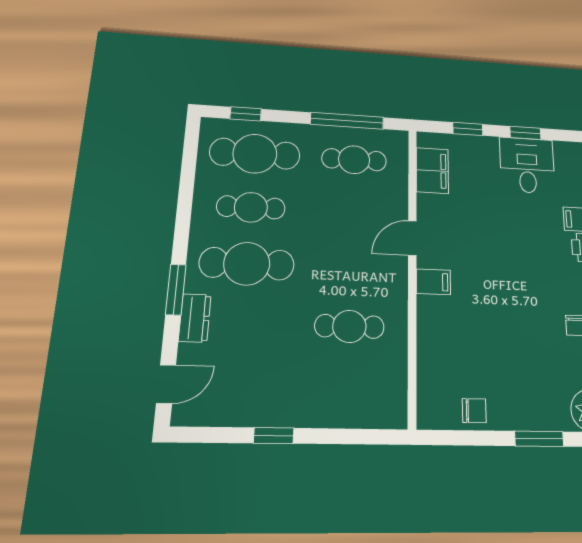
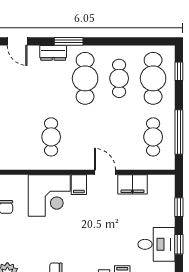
filing cabinet: (432, 171) -> (132, 184), moved
corner desk: (453, 333) -> (49, 196), added

